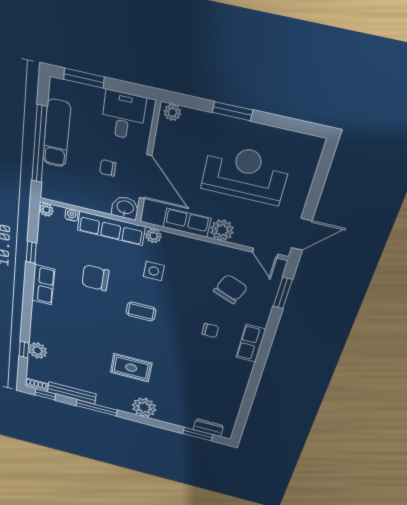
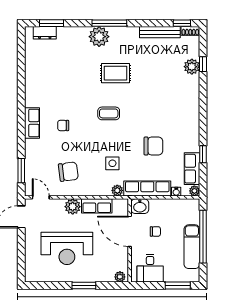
row of seats: (43, 285) -> (192, 169), moved
chair: (230, 289) -> (68, 172), moved, turned -119
coffee table: (141, 311) -> (109, 113), moved
window: (97, 408) -> (109, 23), moved

